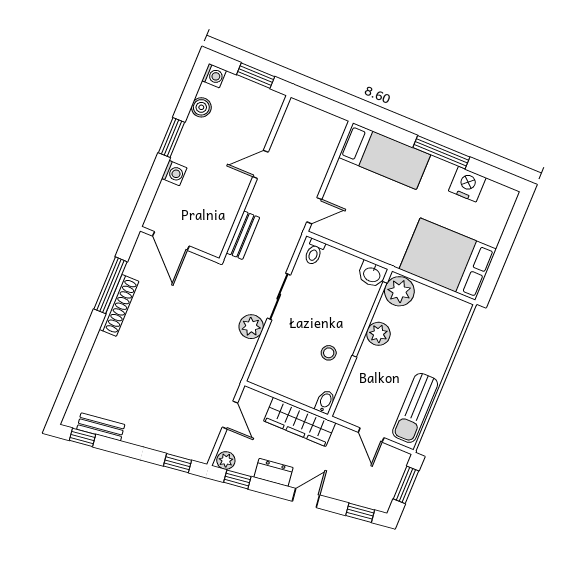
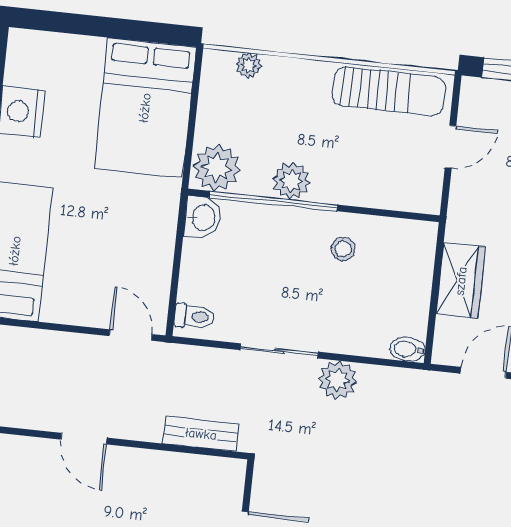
plant: (455, 328) -> (248, 65), added
bidet: (325, 402) -> (408, 349), moved
wardrobe: (300, 422) -> (461, 281), width x0.67

